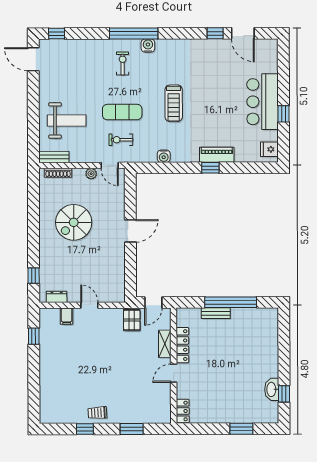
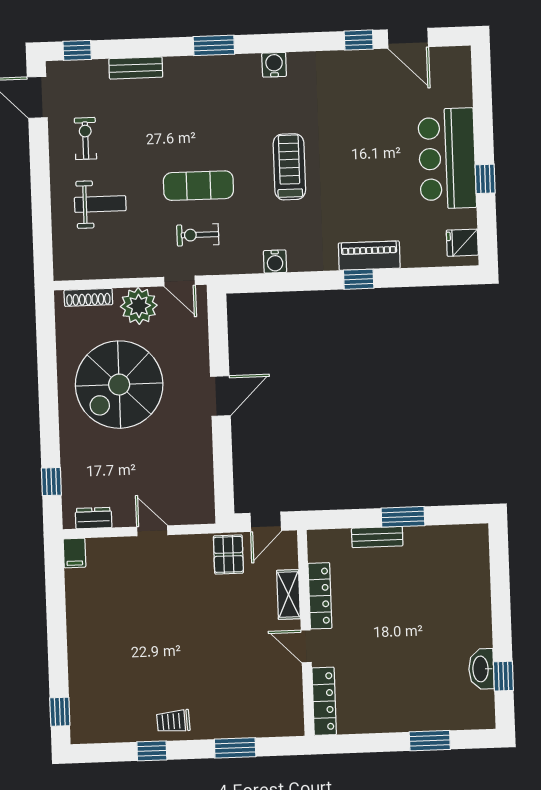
window: (134, 33) -> (214, 45), width x0.47
water cooler: (148, 46) -> (274, 65), moved
exercise bike: (123, 63) -> (85, 138), moved
treadmill: (174, 103) -> (289, 167), turned 180
weight bench: (67, 120) -> (100, 204), width x0.73, depth x0.75
bench: (54, 157) -> (136, 68), moved
plant: (91, 174) -> (139, 306), width x1.88, depth x1.88
spiral stairs: (74, 222) -> (119, 385), width x1.37, depth x1.37
window: (231, 302) -> (403, 517), width x0.47
filing cabinet: (67, 316) -> (74, 553), moved
window: (34, 336) -> (60, 712), moved
door: (174, 373) -> (306, 646), hinge flipped
locker: (183, 411) -> (324, 701), width x1.53

